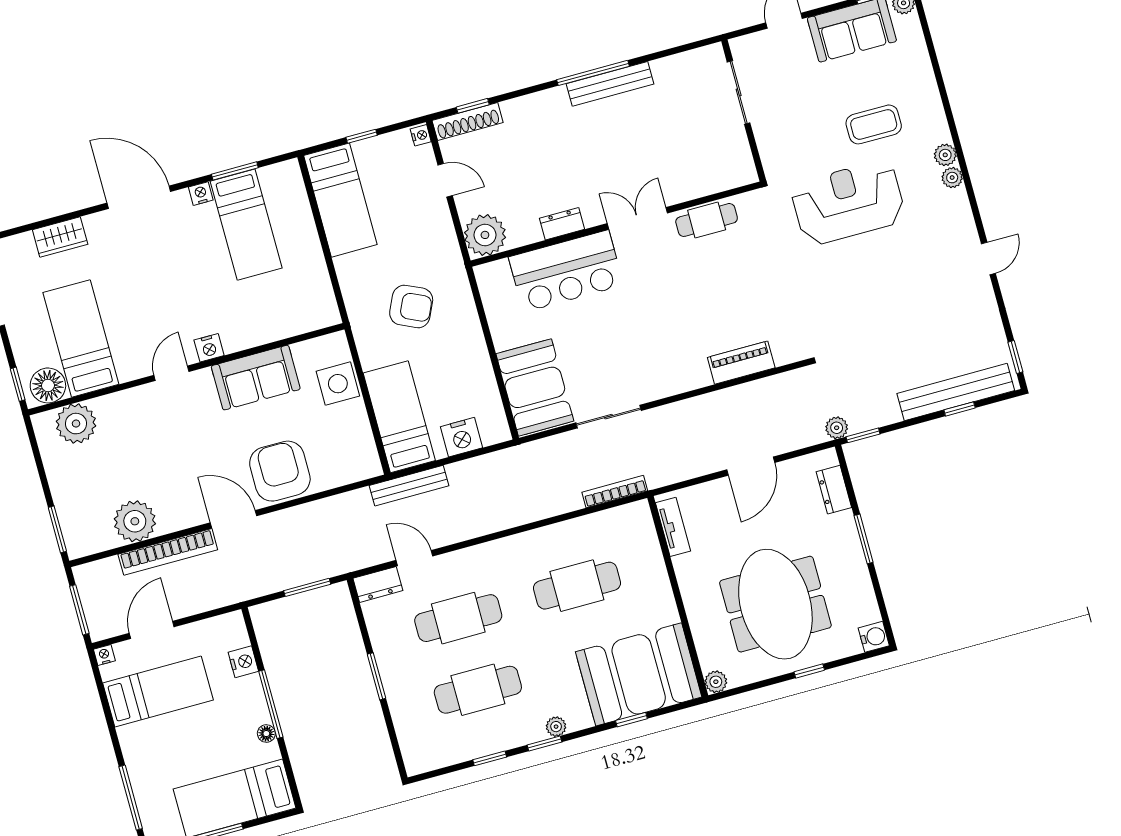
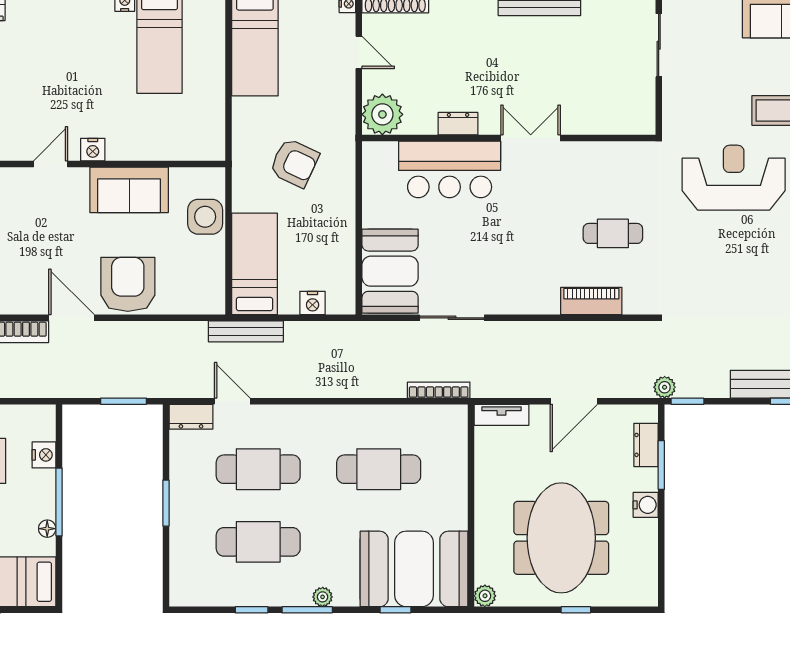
cafe table: (707, 220) -> (613, 233), moved
nightstand: (461, 437) -> (313, 303), width x0.74, depth x0.75
tv unit: (673, 527) -> (501, 415), moved, turned 90
window: (864, 539) -> (661, 465), moved
water cooler: (874, 637) -> (646, 505), moved
window: (544, 743) -> (307, 610), width x1.50

